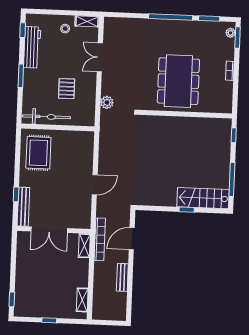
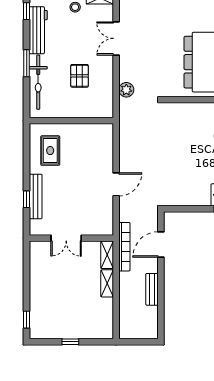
bicycle: (47, 117) -> (38, 82), moved, turned 90
rug: (38, 153) -> (50, 151), width x0.73, depth x0.70
bench: (23, 207) -> (36, 196), moved
double door: (49, 230) -> (66, 238), width x0.73
shelving: (82, 300) -> (107, 283), moved

